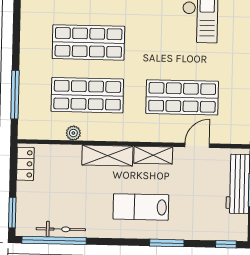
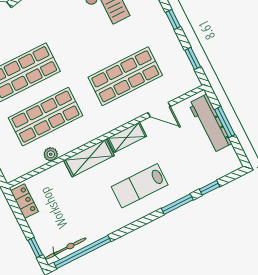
door: (197, 145) -> (159, 110), swing flipped
window: (12, 213) -> (35, 247), width x0.67
bicycle: (61, 229) -> (65, 249), moved
window: (226, 244) -> (209, 188), moved

